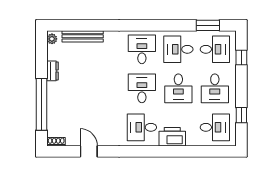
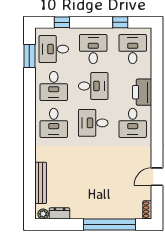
desk: (142, 49) -> (54, 123), turned -90
desk: (215, 49) -> (54, 49), turned -90
dresser: (52, 71) -> (59, 213), moved
desk: (215, 88) -> (93, 49), turned -90

